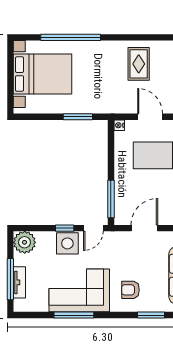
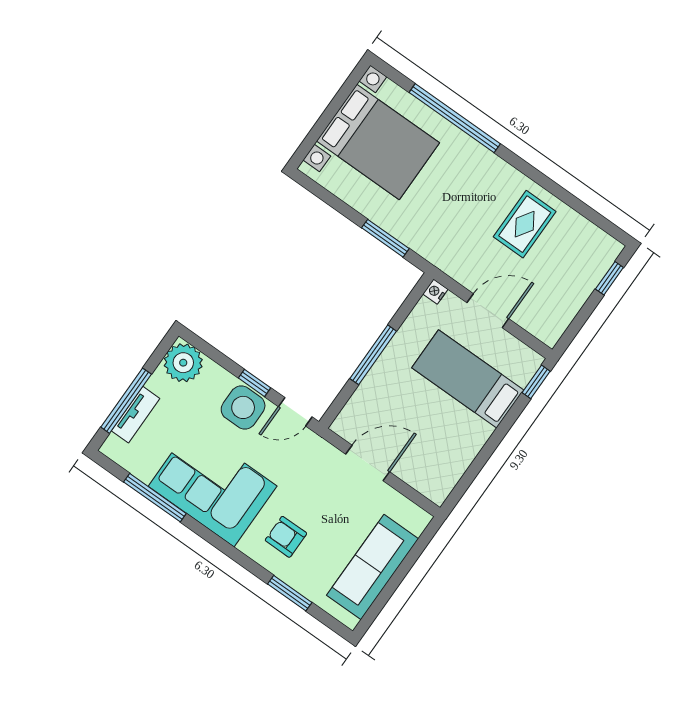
door: (150, 117) -> (488, 311), hinge flipped
window: (111, 199) -> (373, 355), moved
window: (74, 315) -> (155, 498), moved

